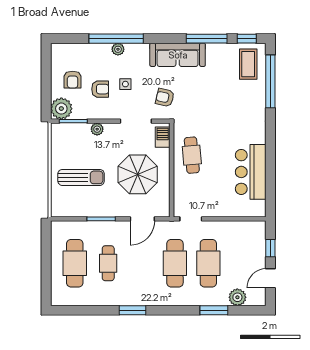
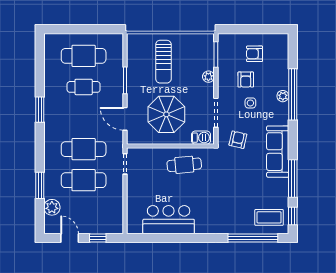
plant: (61, 109) -> (228, 43), removed

